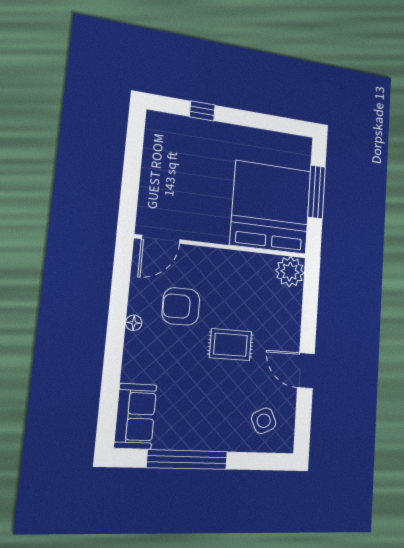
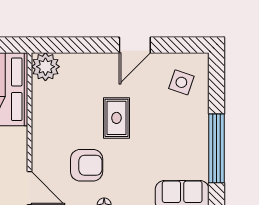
armchair: (181, 306) -> (87, 165), turned -90
side table: (264, 421) -> (181, 82), turned 45

